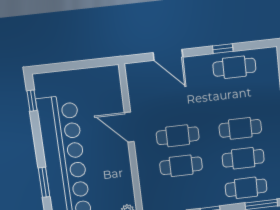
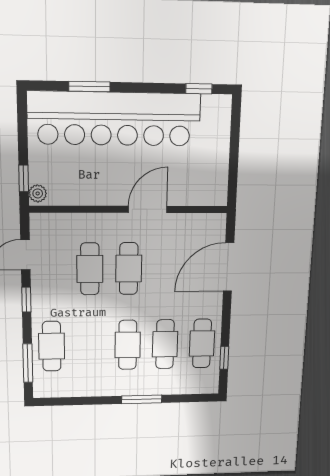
window: (223, 49) -> (224, 358), moved
door: (168, 55) -> (229, 267), width x1.36
cafe table: (243, 158) -> (165, 344), moved

